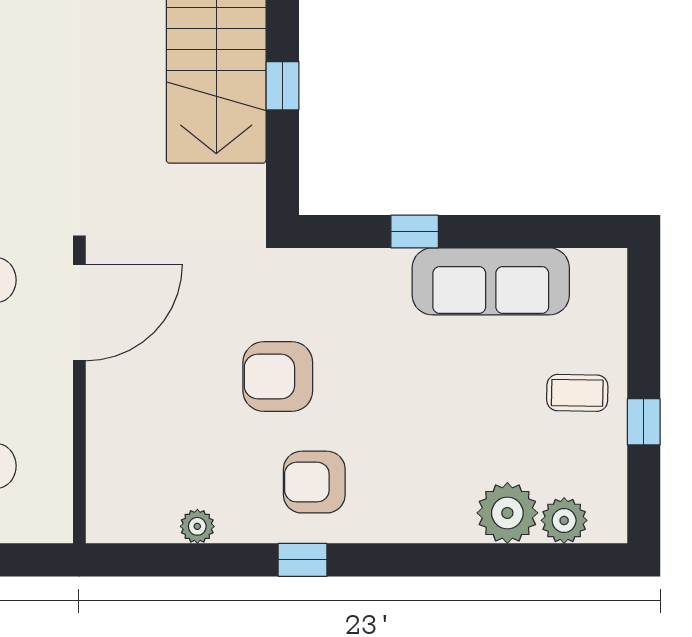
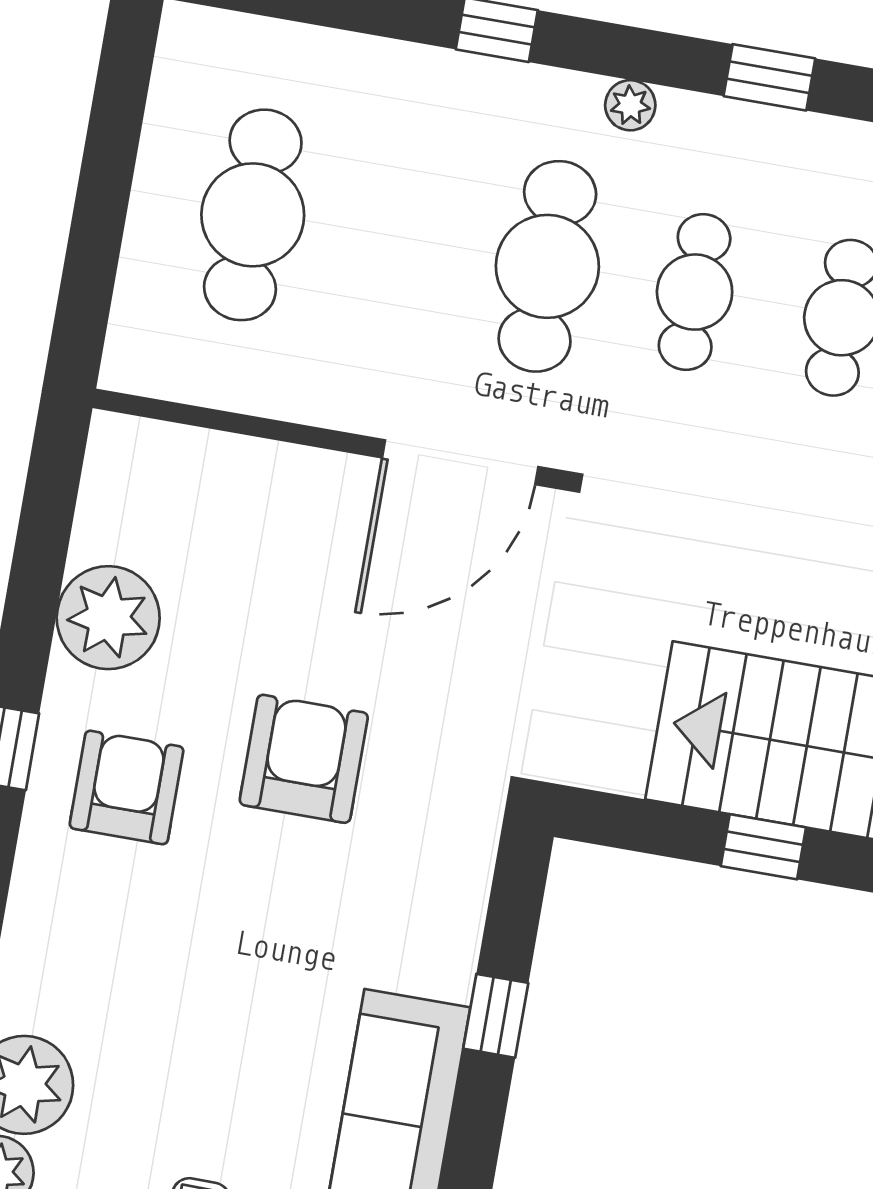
door: (79, 312) -> (460, 462), hinge flipped
plant: (197, 526) -> (108, 618), width x1.87, depth x1.87

